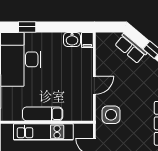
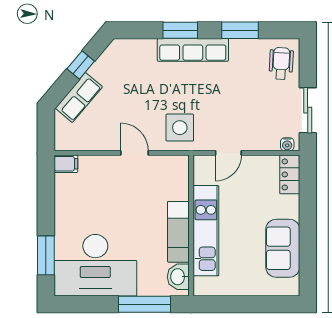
window: (27, 27) -> (46, 255), width x1.50
washbasin: (72, 39) -> (178, 277), moved, turned 180

